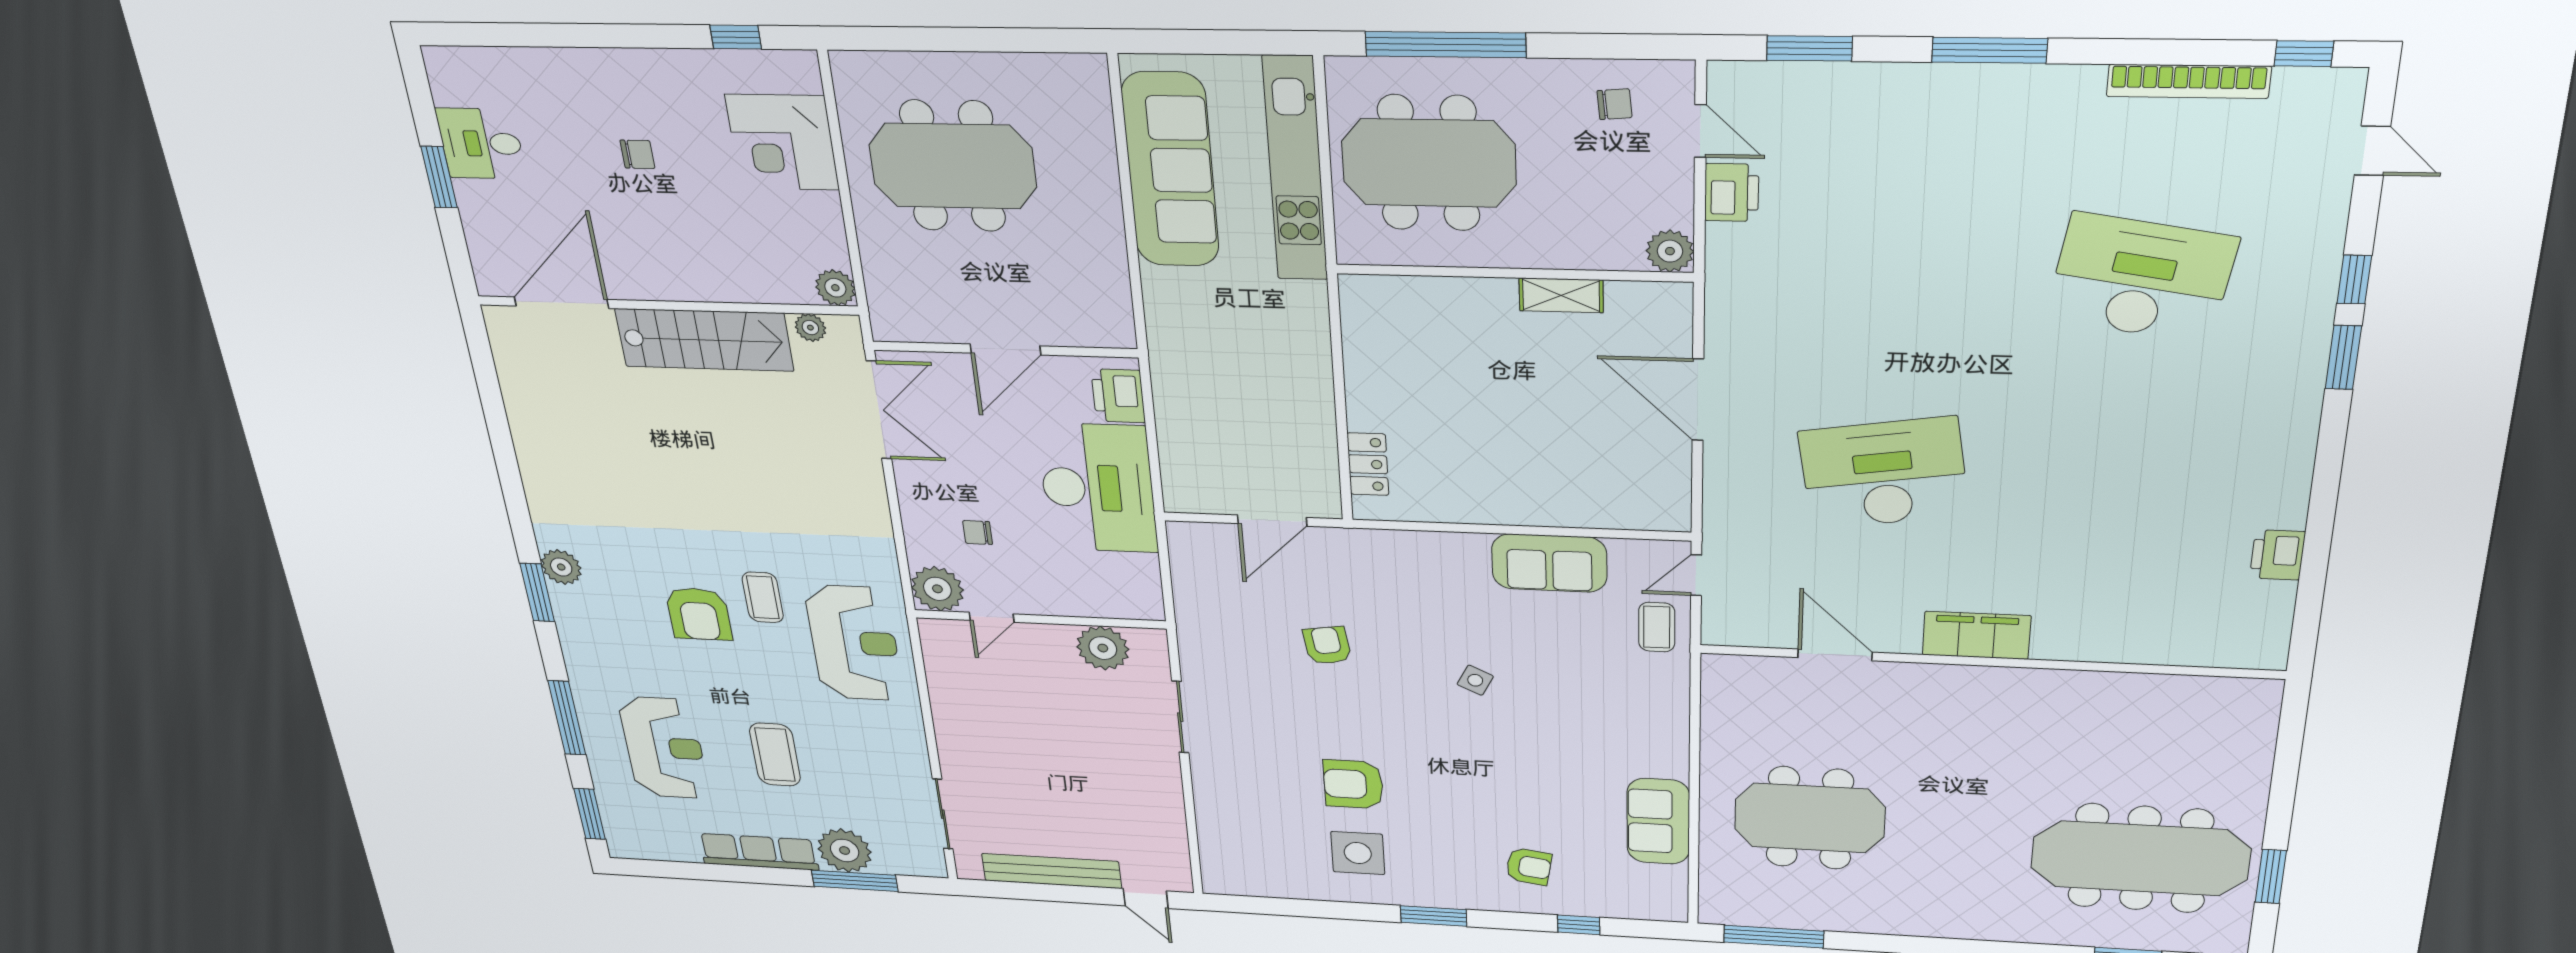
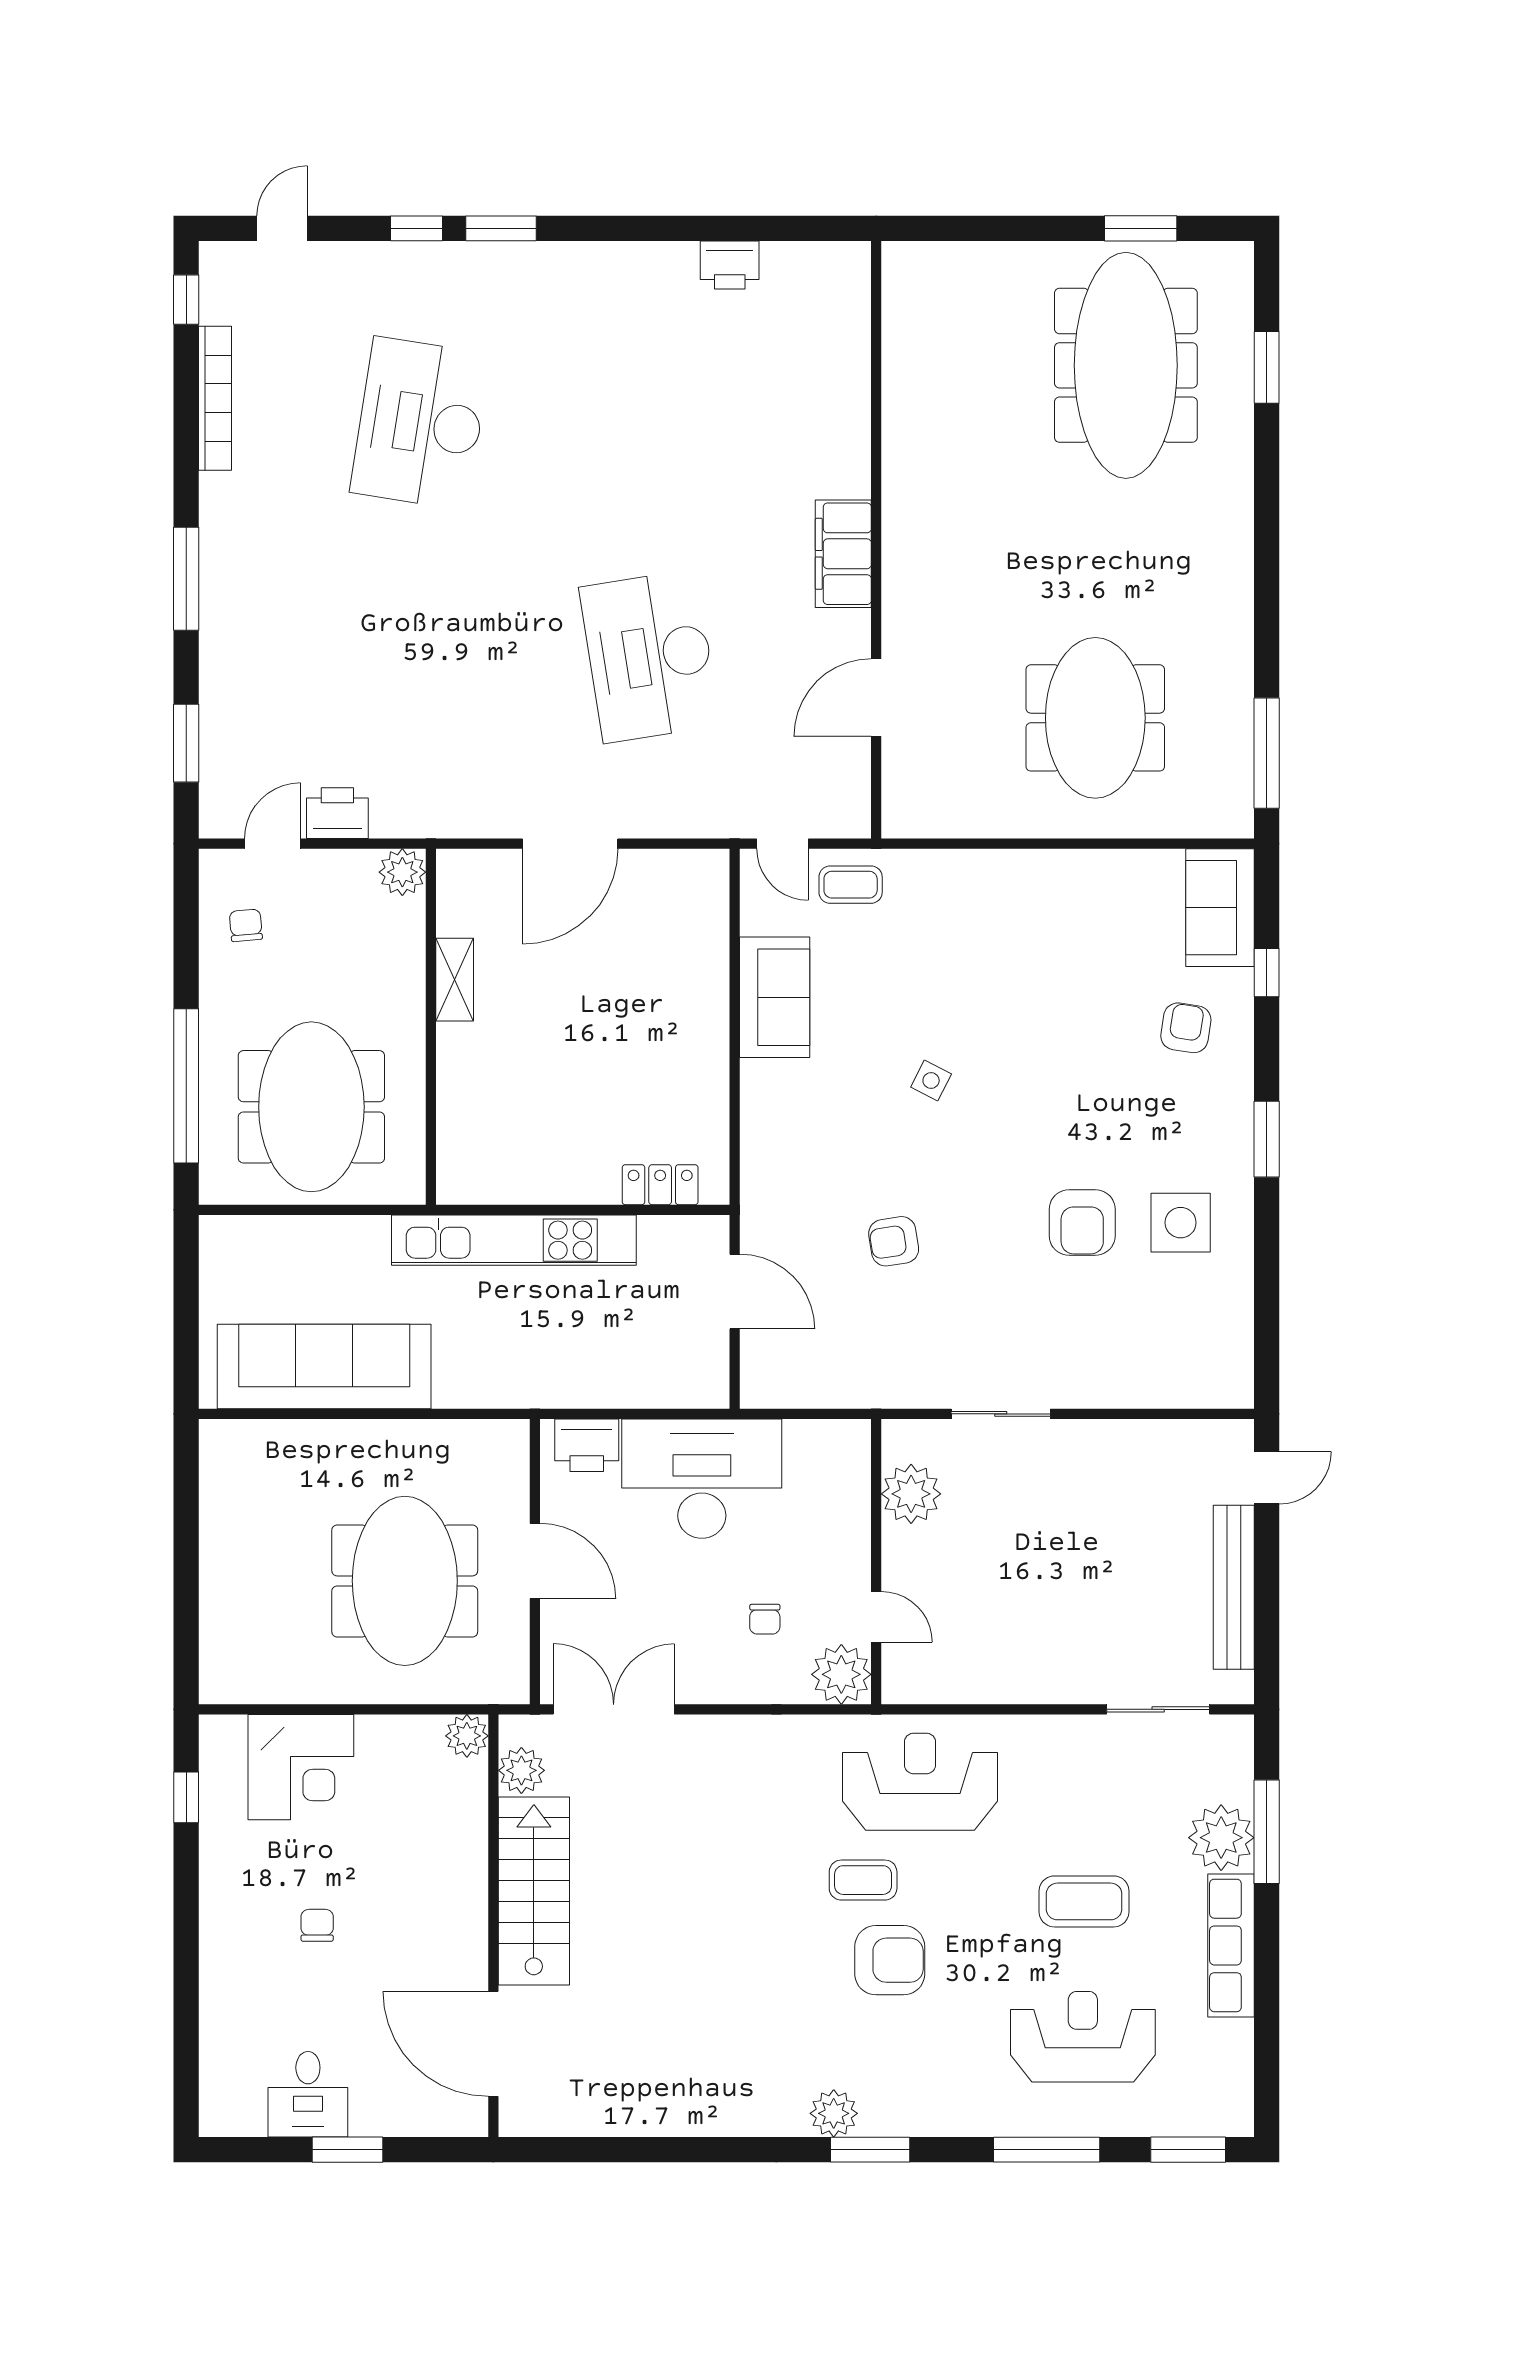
meeting table: (953, 166) -> (405, 1581), moved
kitchen unit: (1295, 169) -> (514, 1240), moved
plant: (810, 328) -> (521, 1770), width x1.38, depth x1.38
sofa: (1658, 821) -> (1220, 908), moved, turned 90

